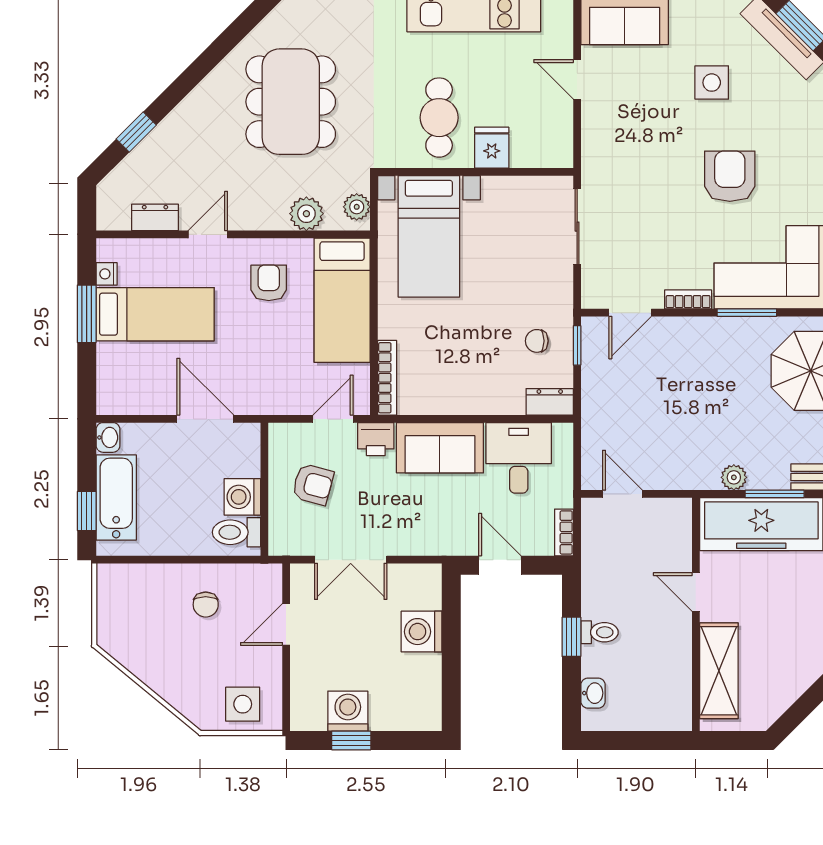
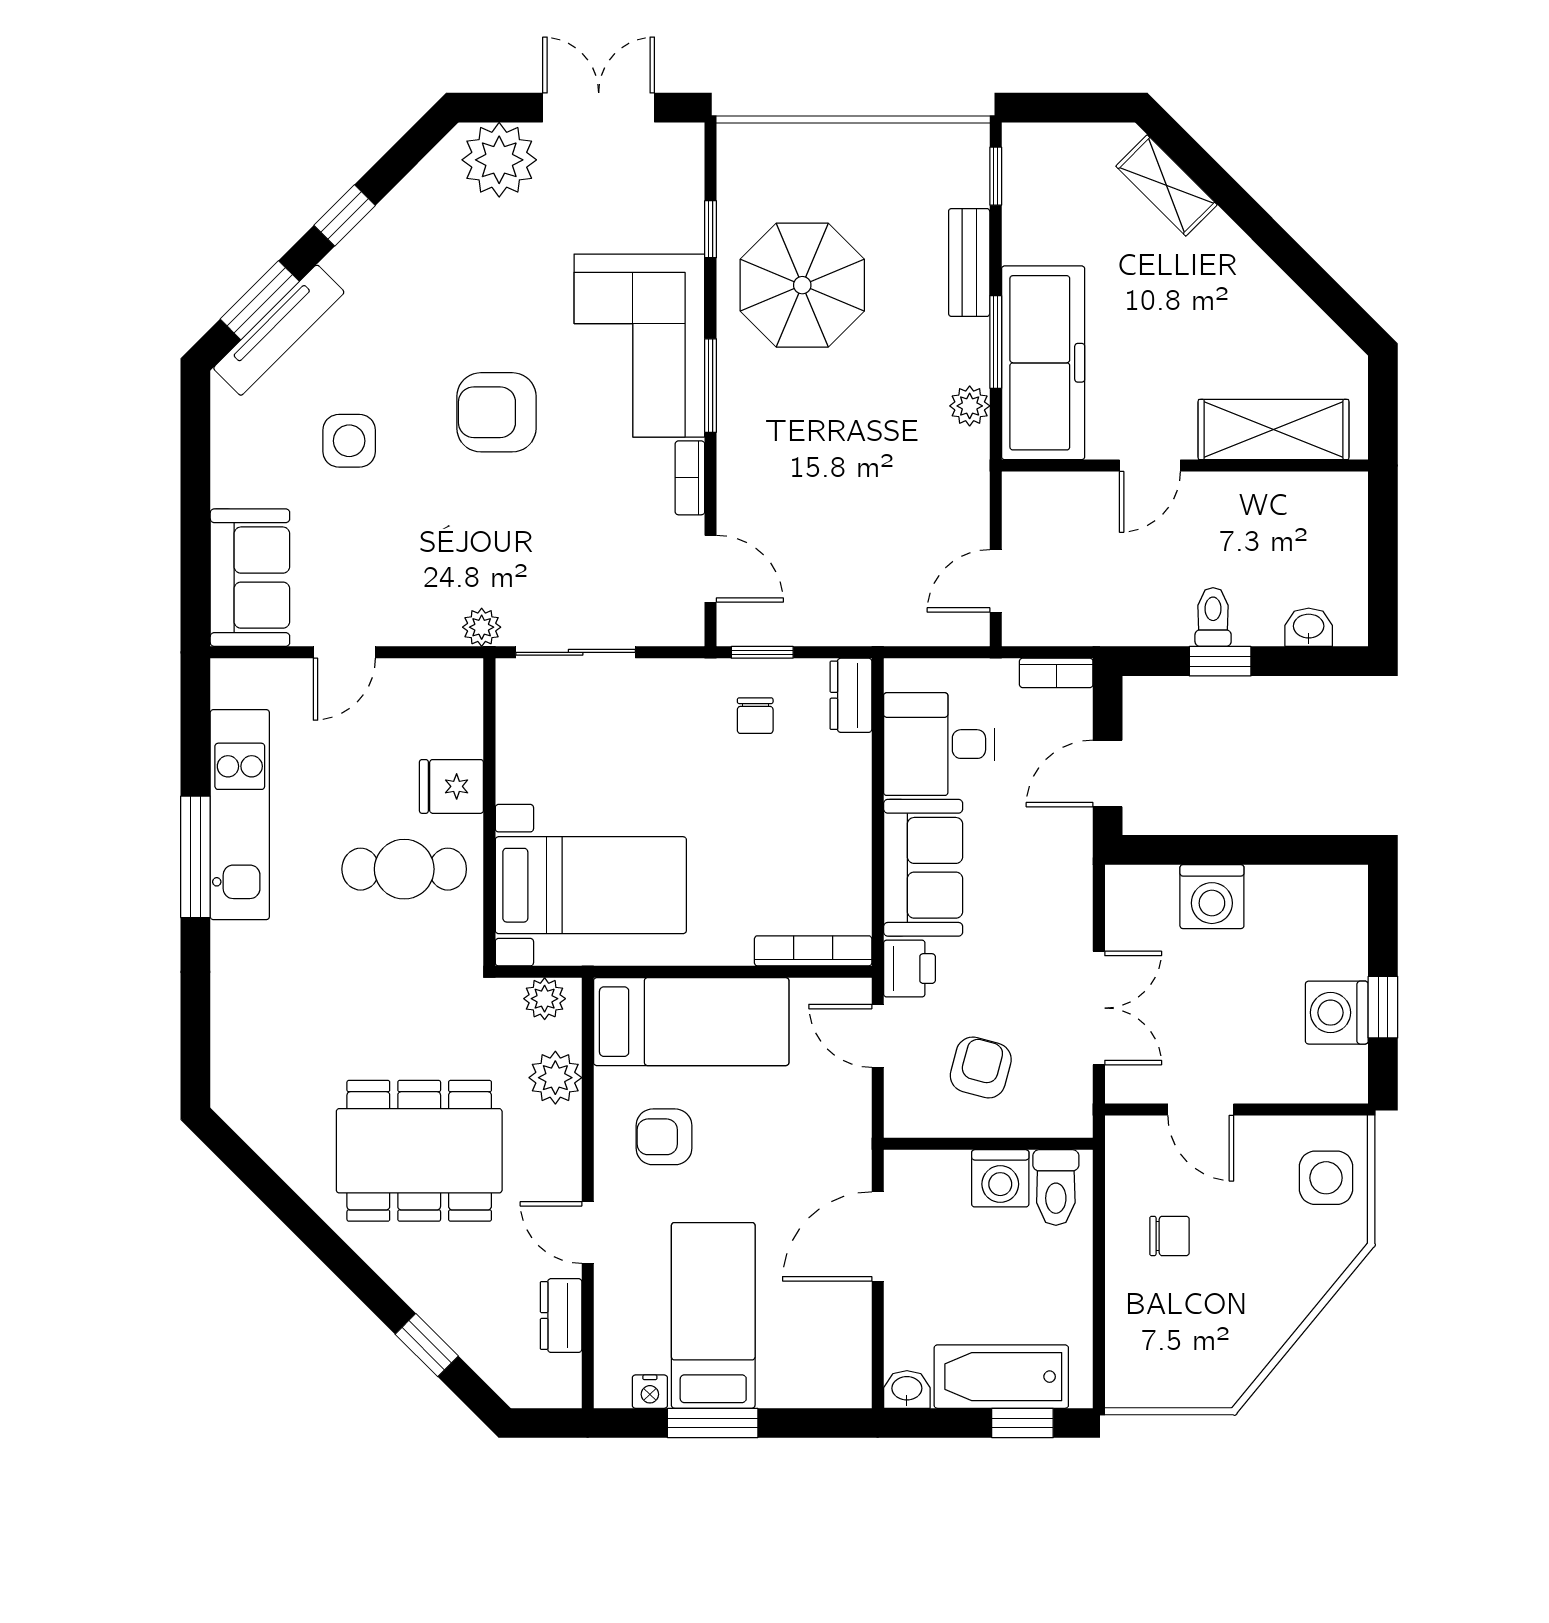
dining table: (291, 102) -> (419, 1151), moved
plant: (593, 167) -> (482, 627), added

